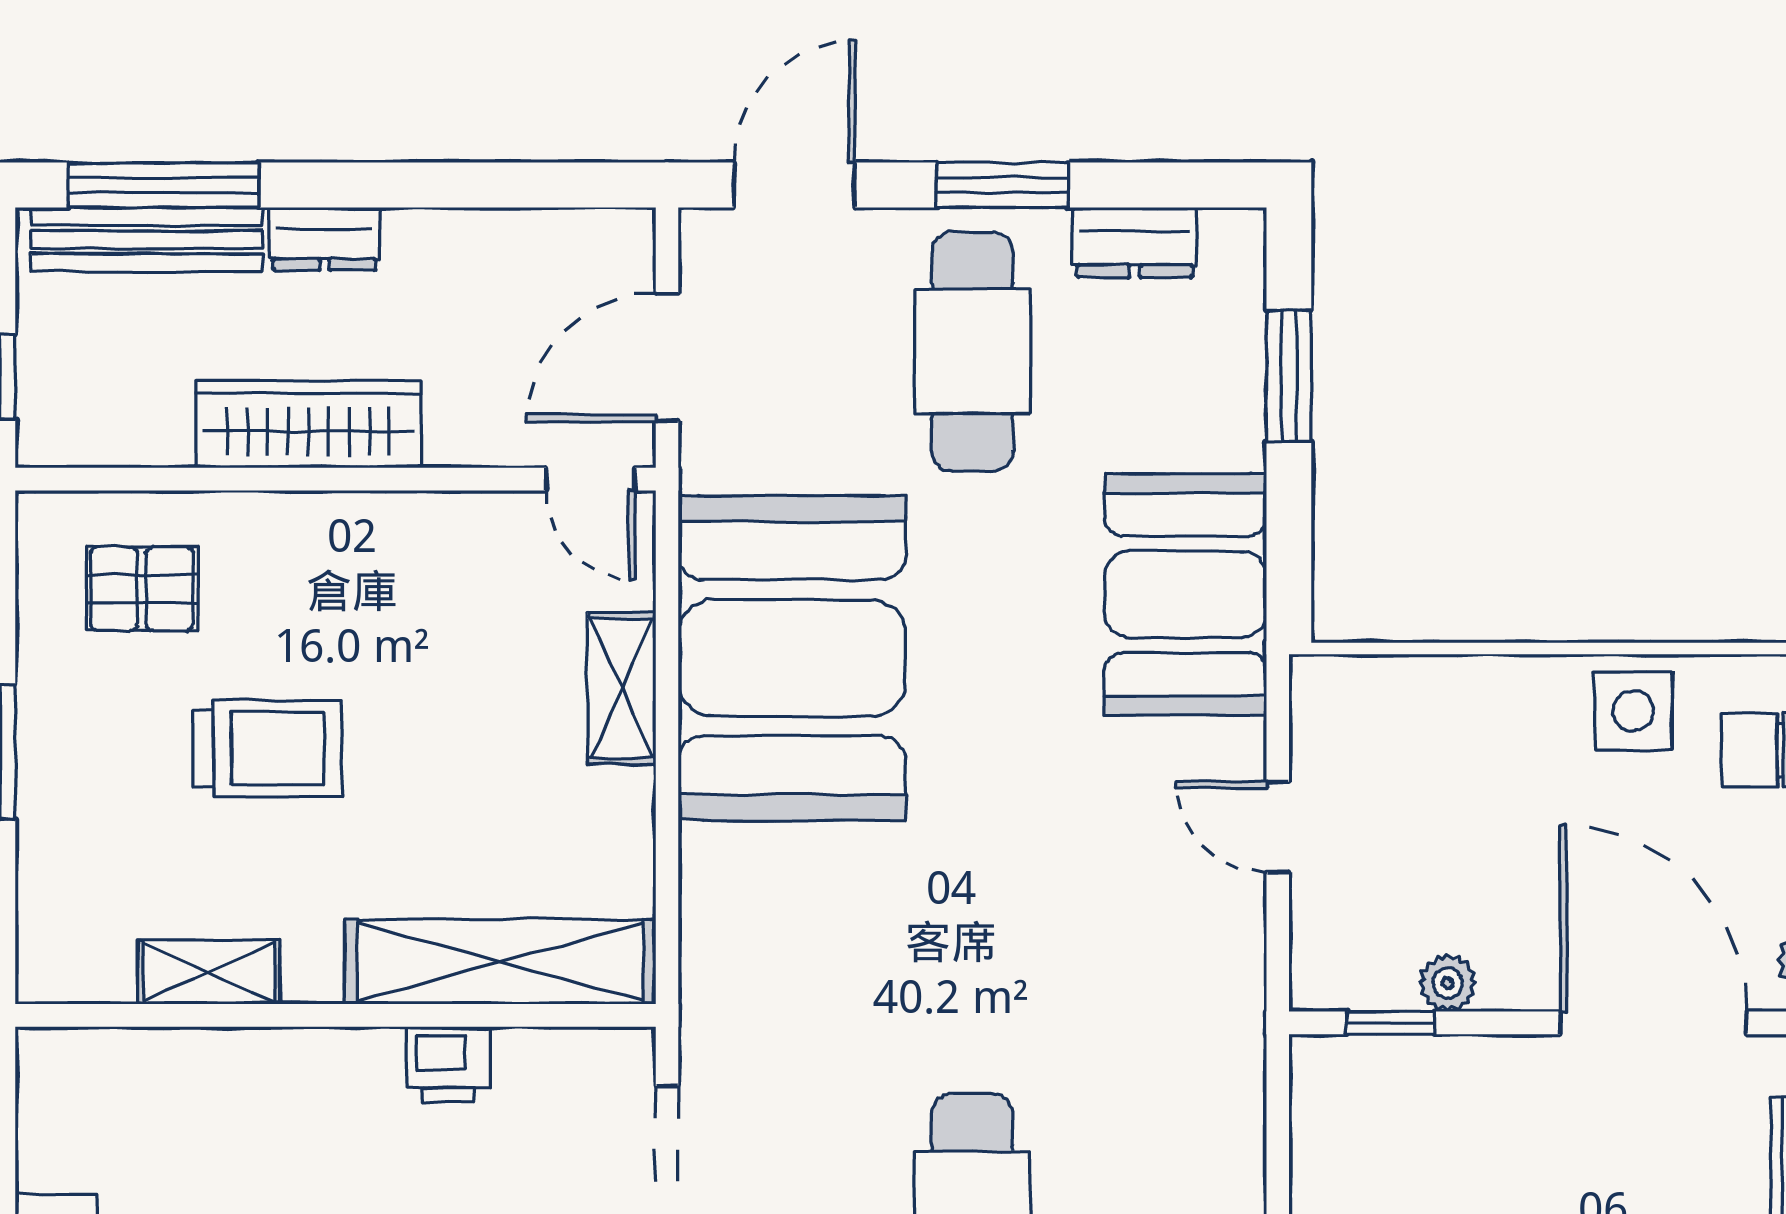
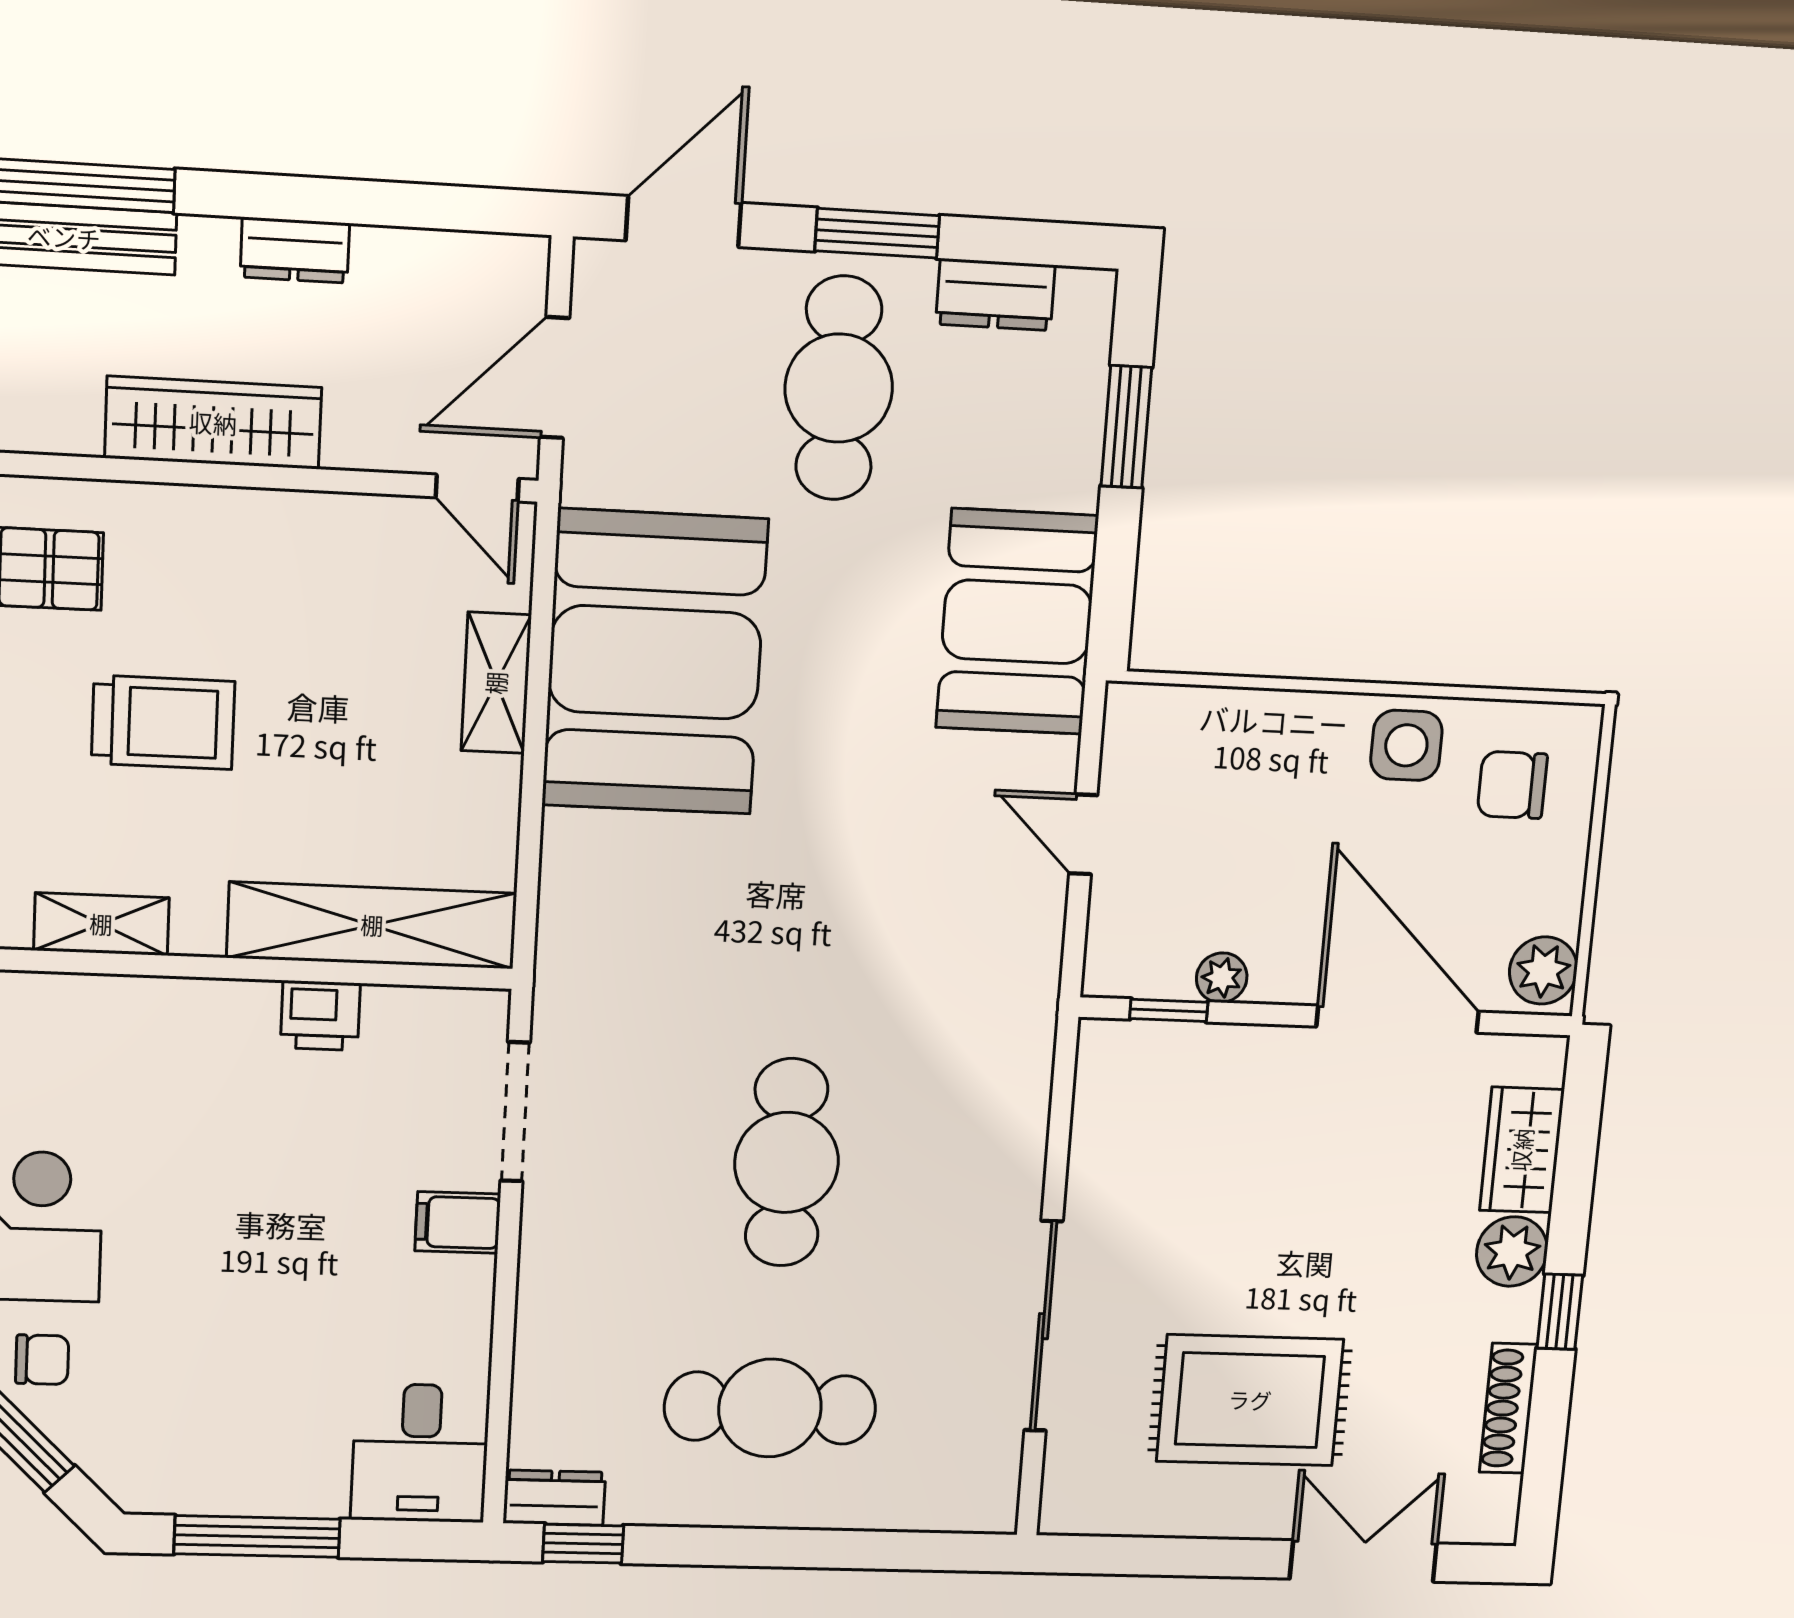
dresser: (324, 239) -> (295, 250), moved

